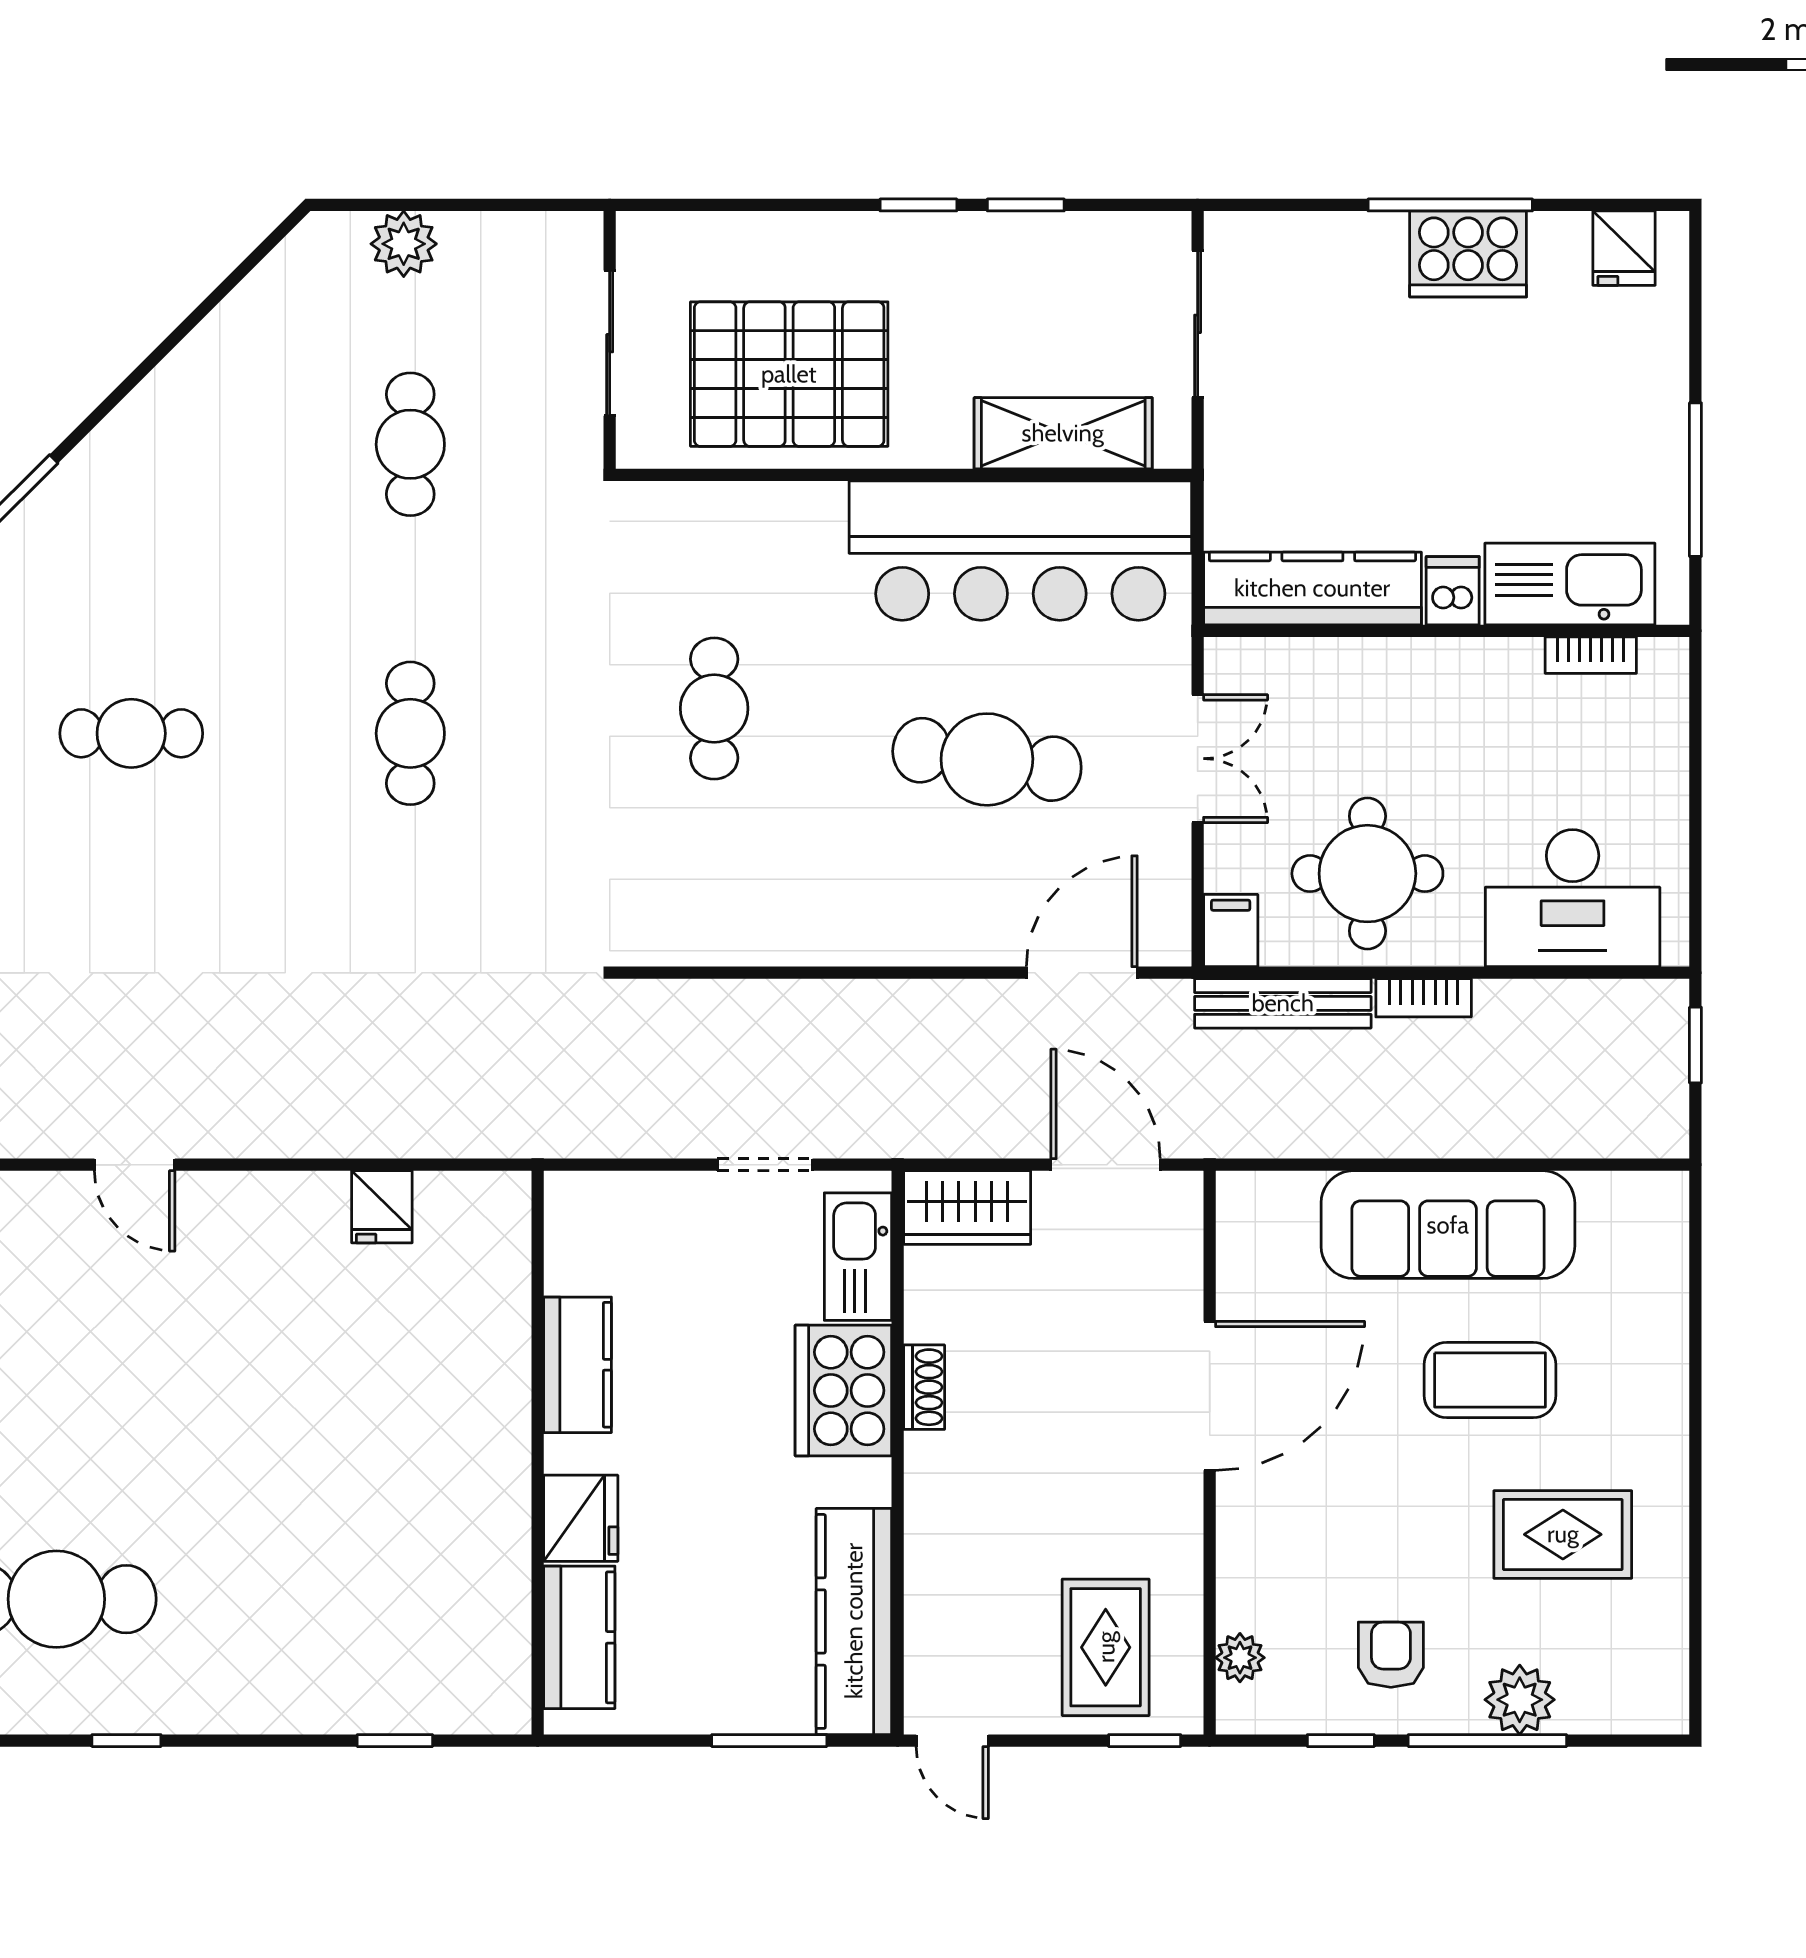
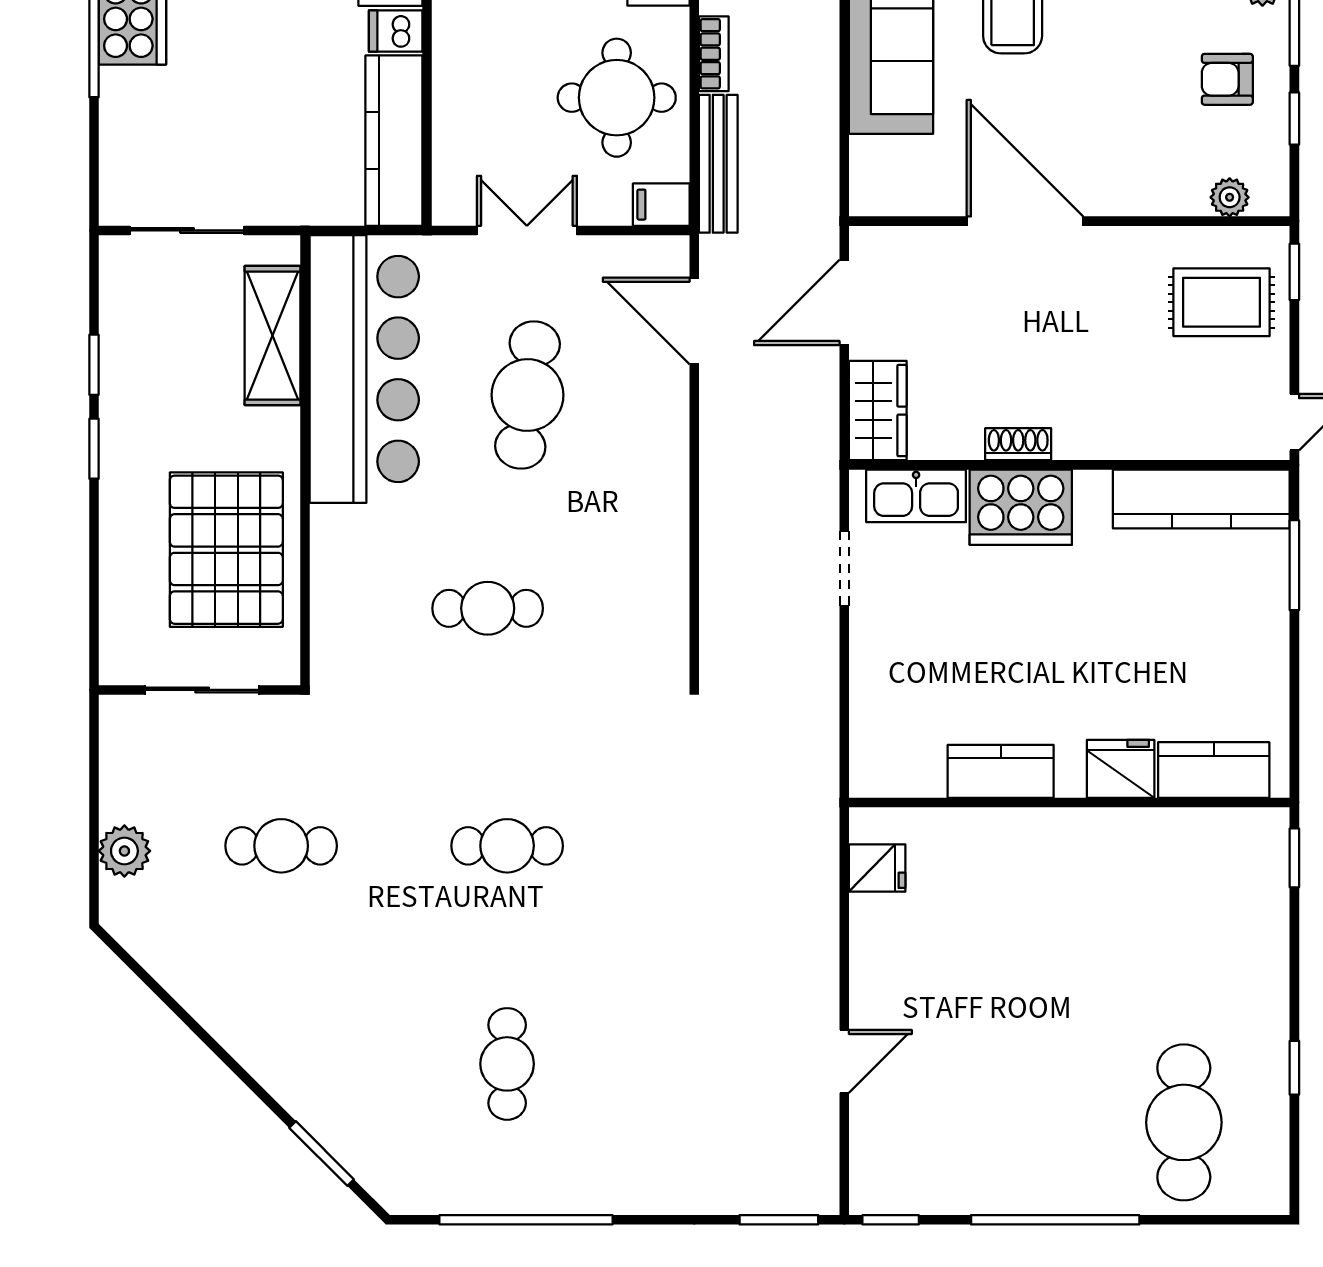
kitchen counter: (578, 1365) -> (1001, 771), moved
wall: (538, 1453) -> (1069, 803), moved
fridge: (581, 1518) -> (1121, 769), moved
kitchen counter: (579, 1637) -> (1214, 770), moved

